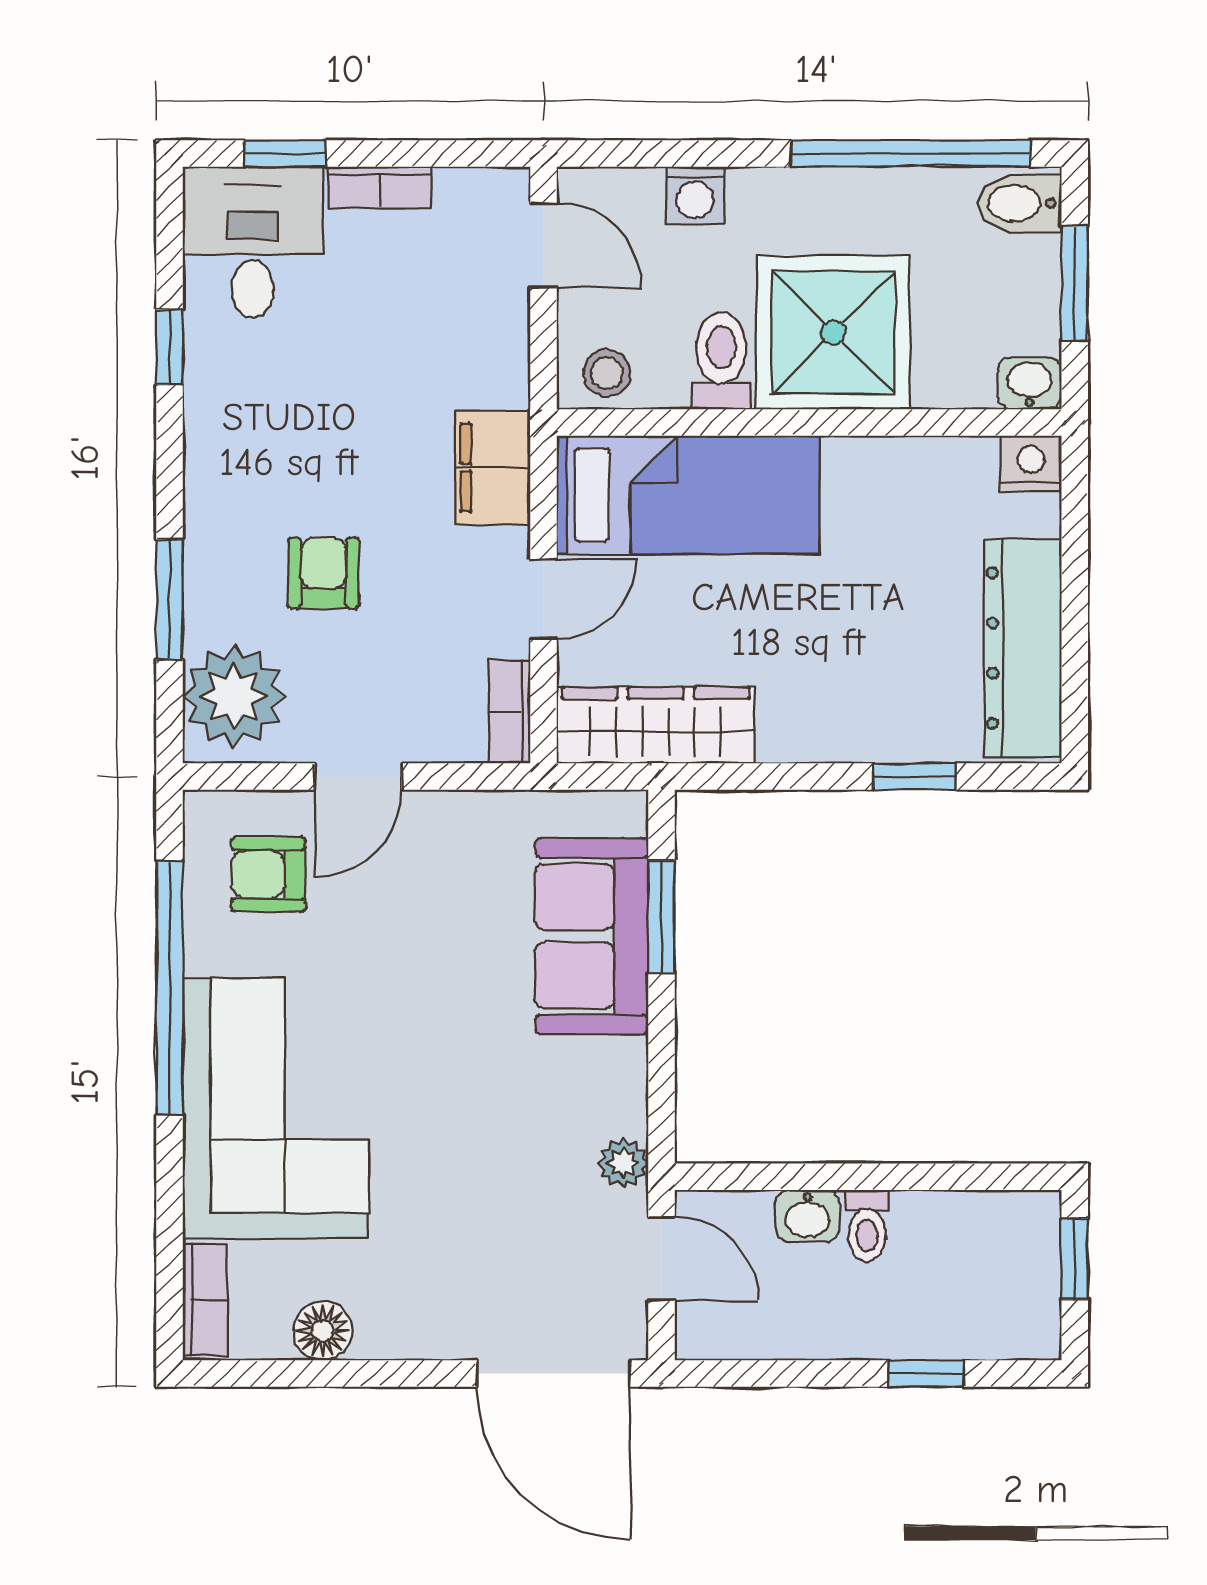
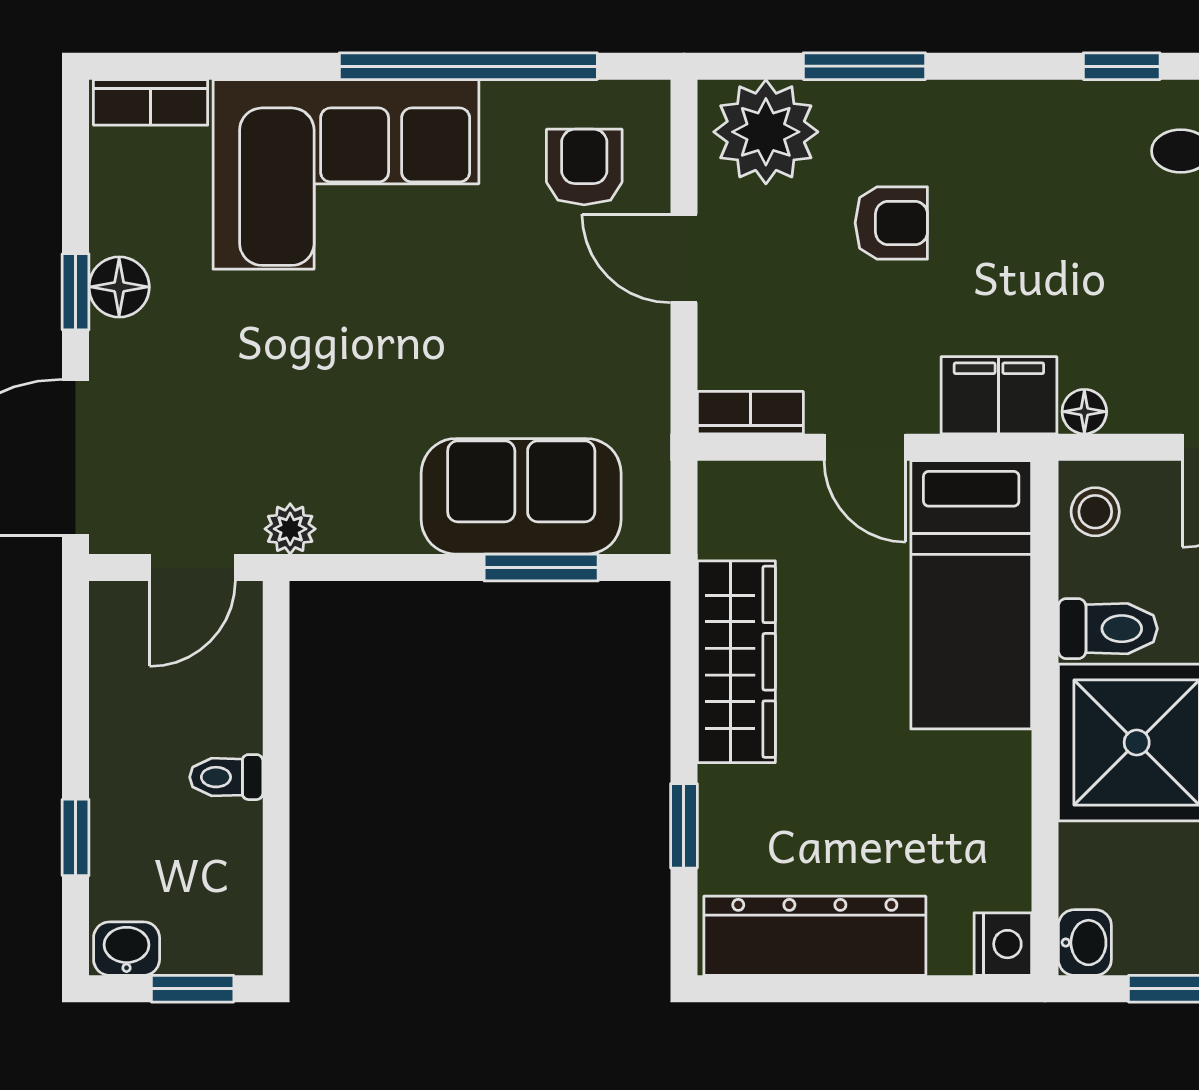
floor lamp: (509, 384) -> (1084, 412), added
wardrobe: (656, 725) -> (736, 662), moved
washbasin: (807, 1216) -> (127, 949), moved, turned 90
floor lamp: (323, 1331) -> (119, 287), moved
window: (391, 1373) -> (76, 292), added

